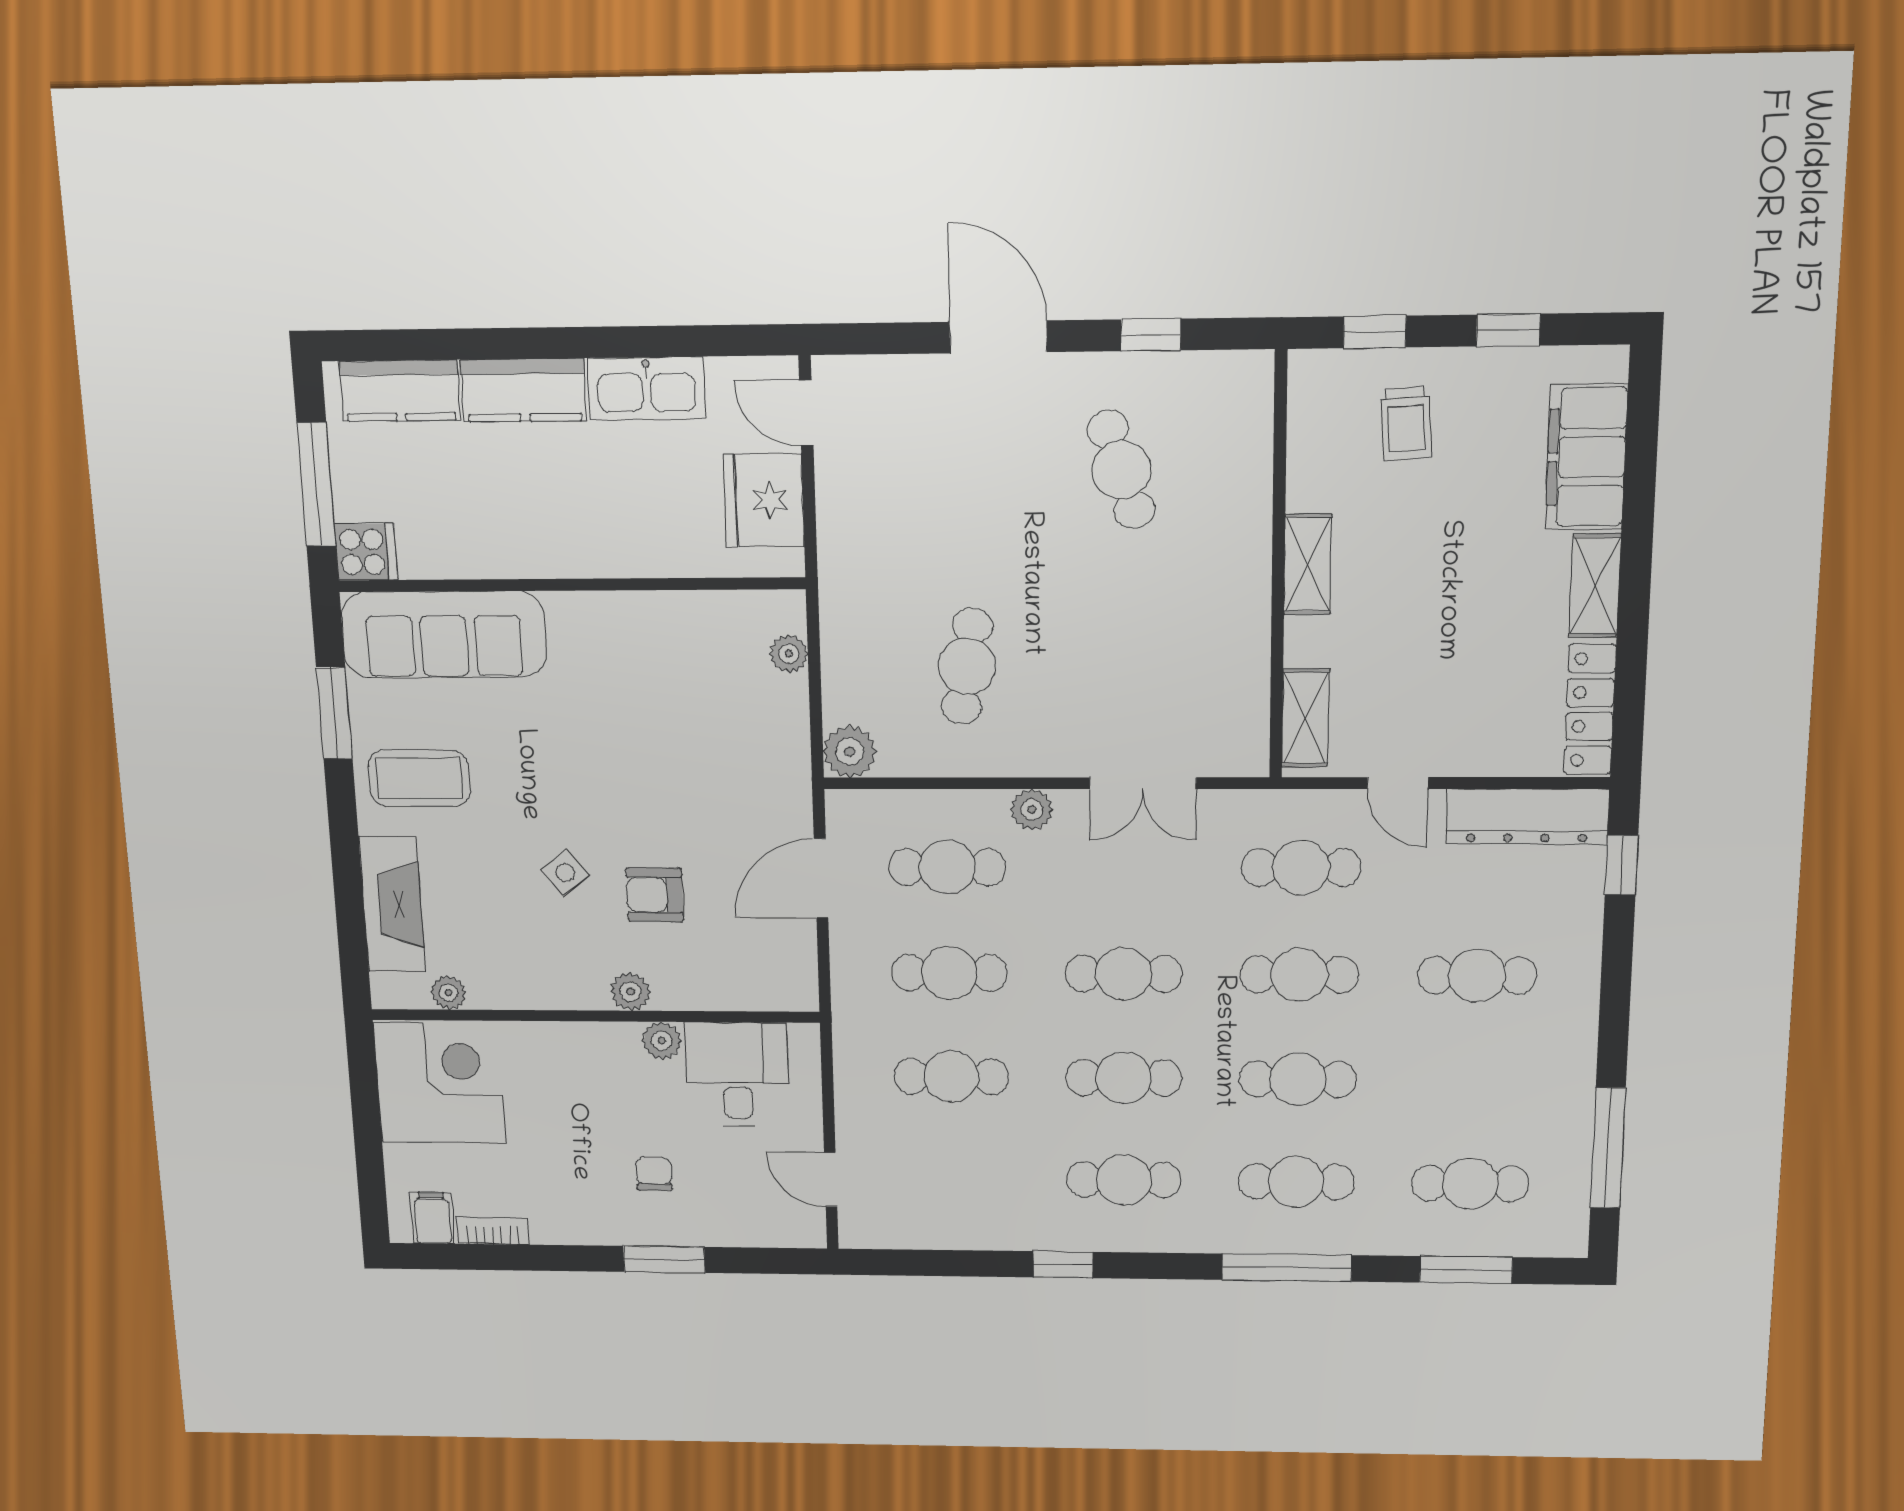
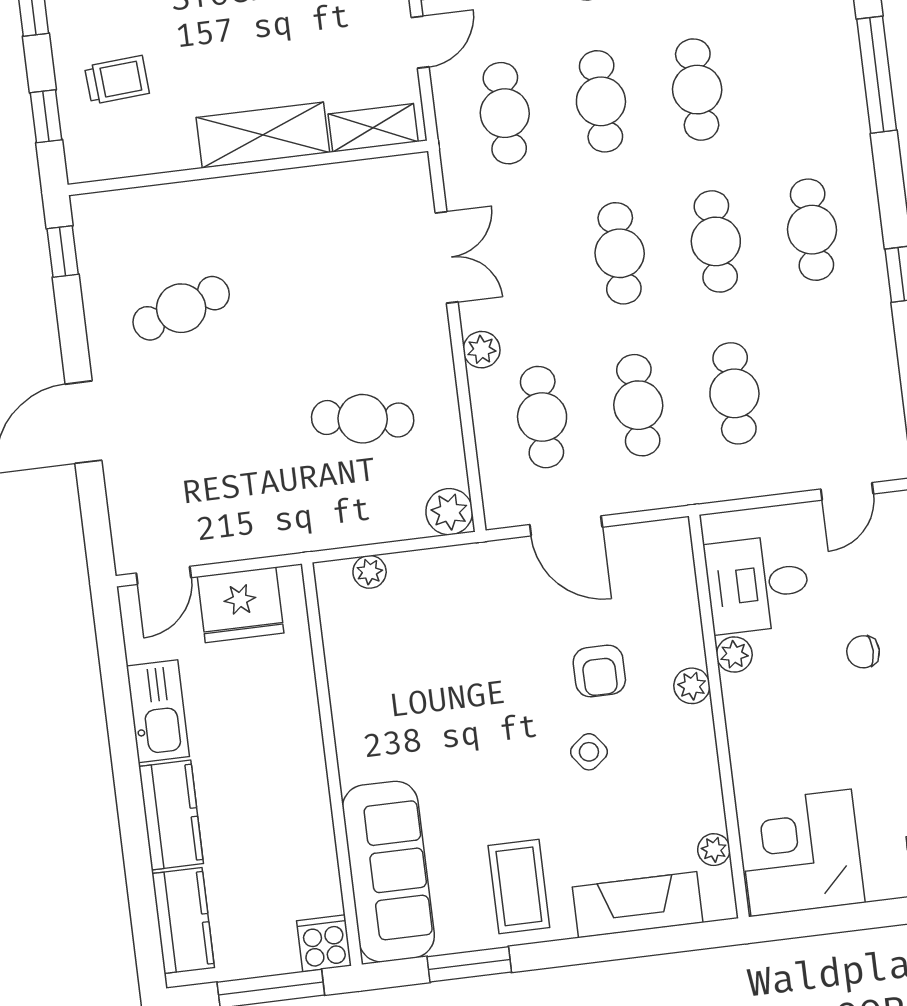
window: (1151, 335) -> (63, 251), moved
shelving: (1308, 564) -> (263, 135), width x1.50, depth x1.33
cafe table: (1296, 1182) -> (793, 78), removed

